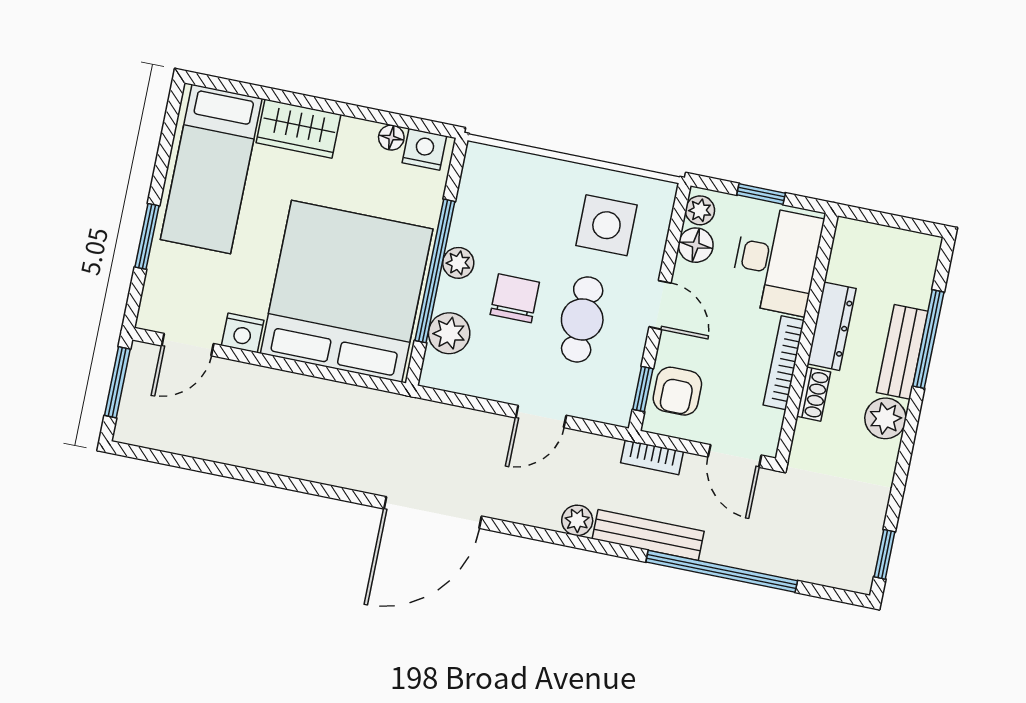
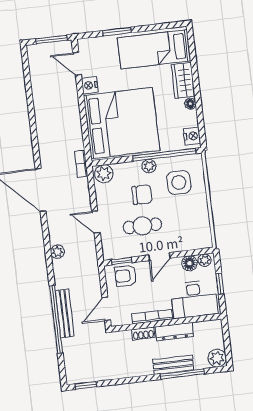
floor lamp: (391, 138) -> (190, 104), moved
side table: (606, 225) -> (179, 182), moved
window: (435, 271) -> (164, 155), moved
plant: (449, 333) -> (104, 174), moved
plant: (885, 418) -> (217, 358), moved
bookcase: (652, 457) -> (81, 164), moved
bench: (648, 535) -> (65, 313), moved

